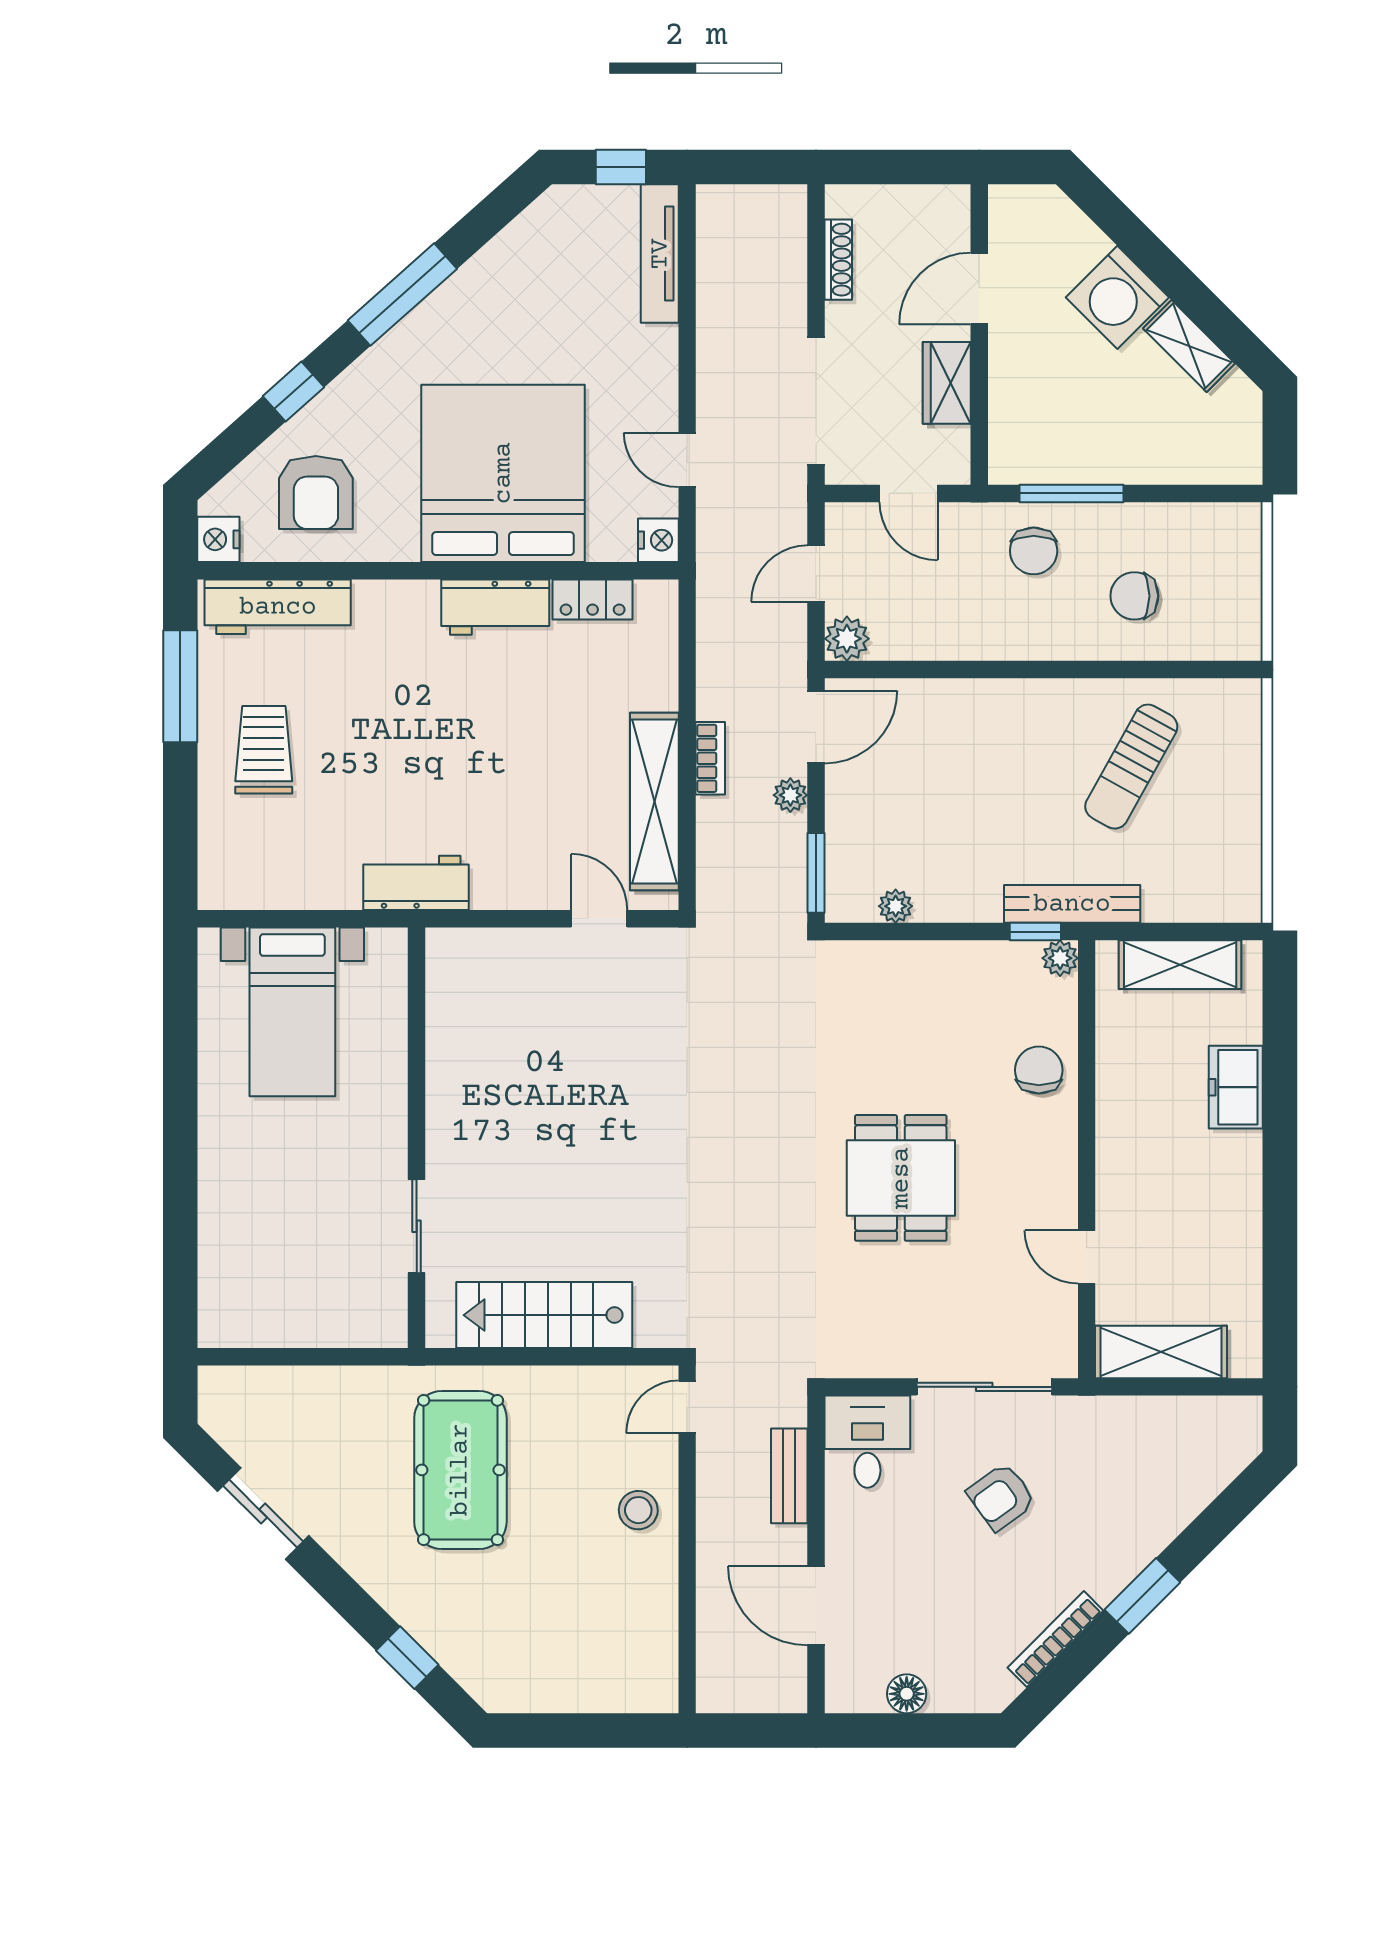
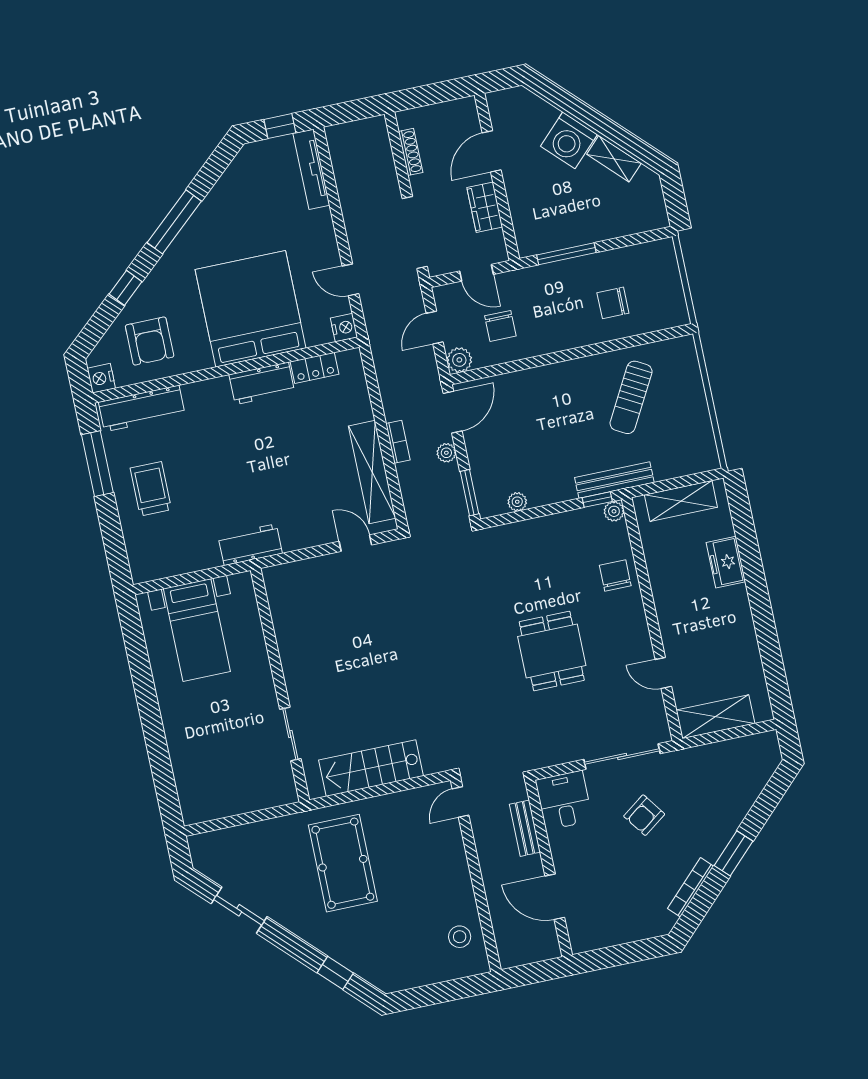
chair: (1034, 551) -> (500, 326), moved
stool: (638, 1510) -> (460, 937), moved
floor lamp: (907, 1694) -> (615, 935), removed

